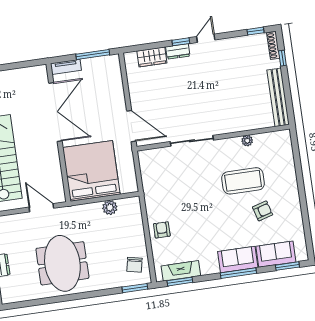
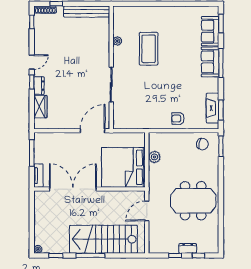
door: (206, 38) -> (32, 62), swing flipped
armchair: (263, 211) -> (175, 37), removed

